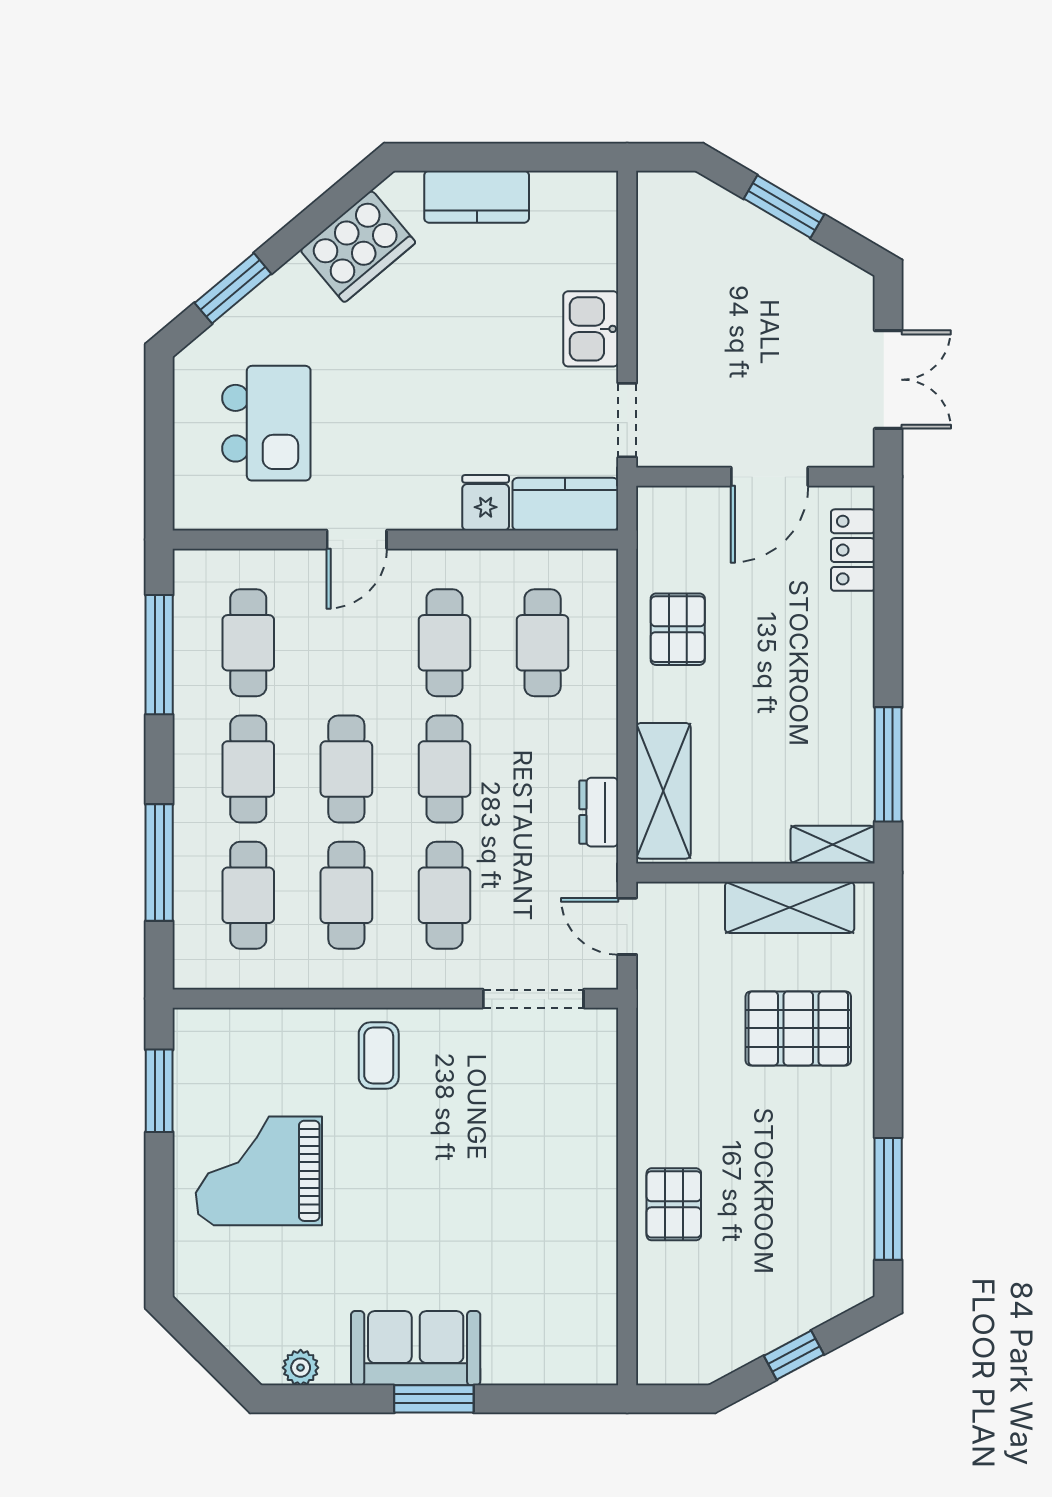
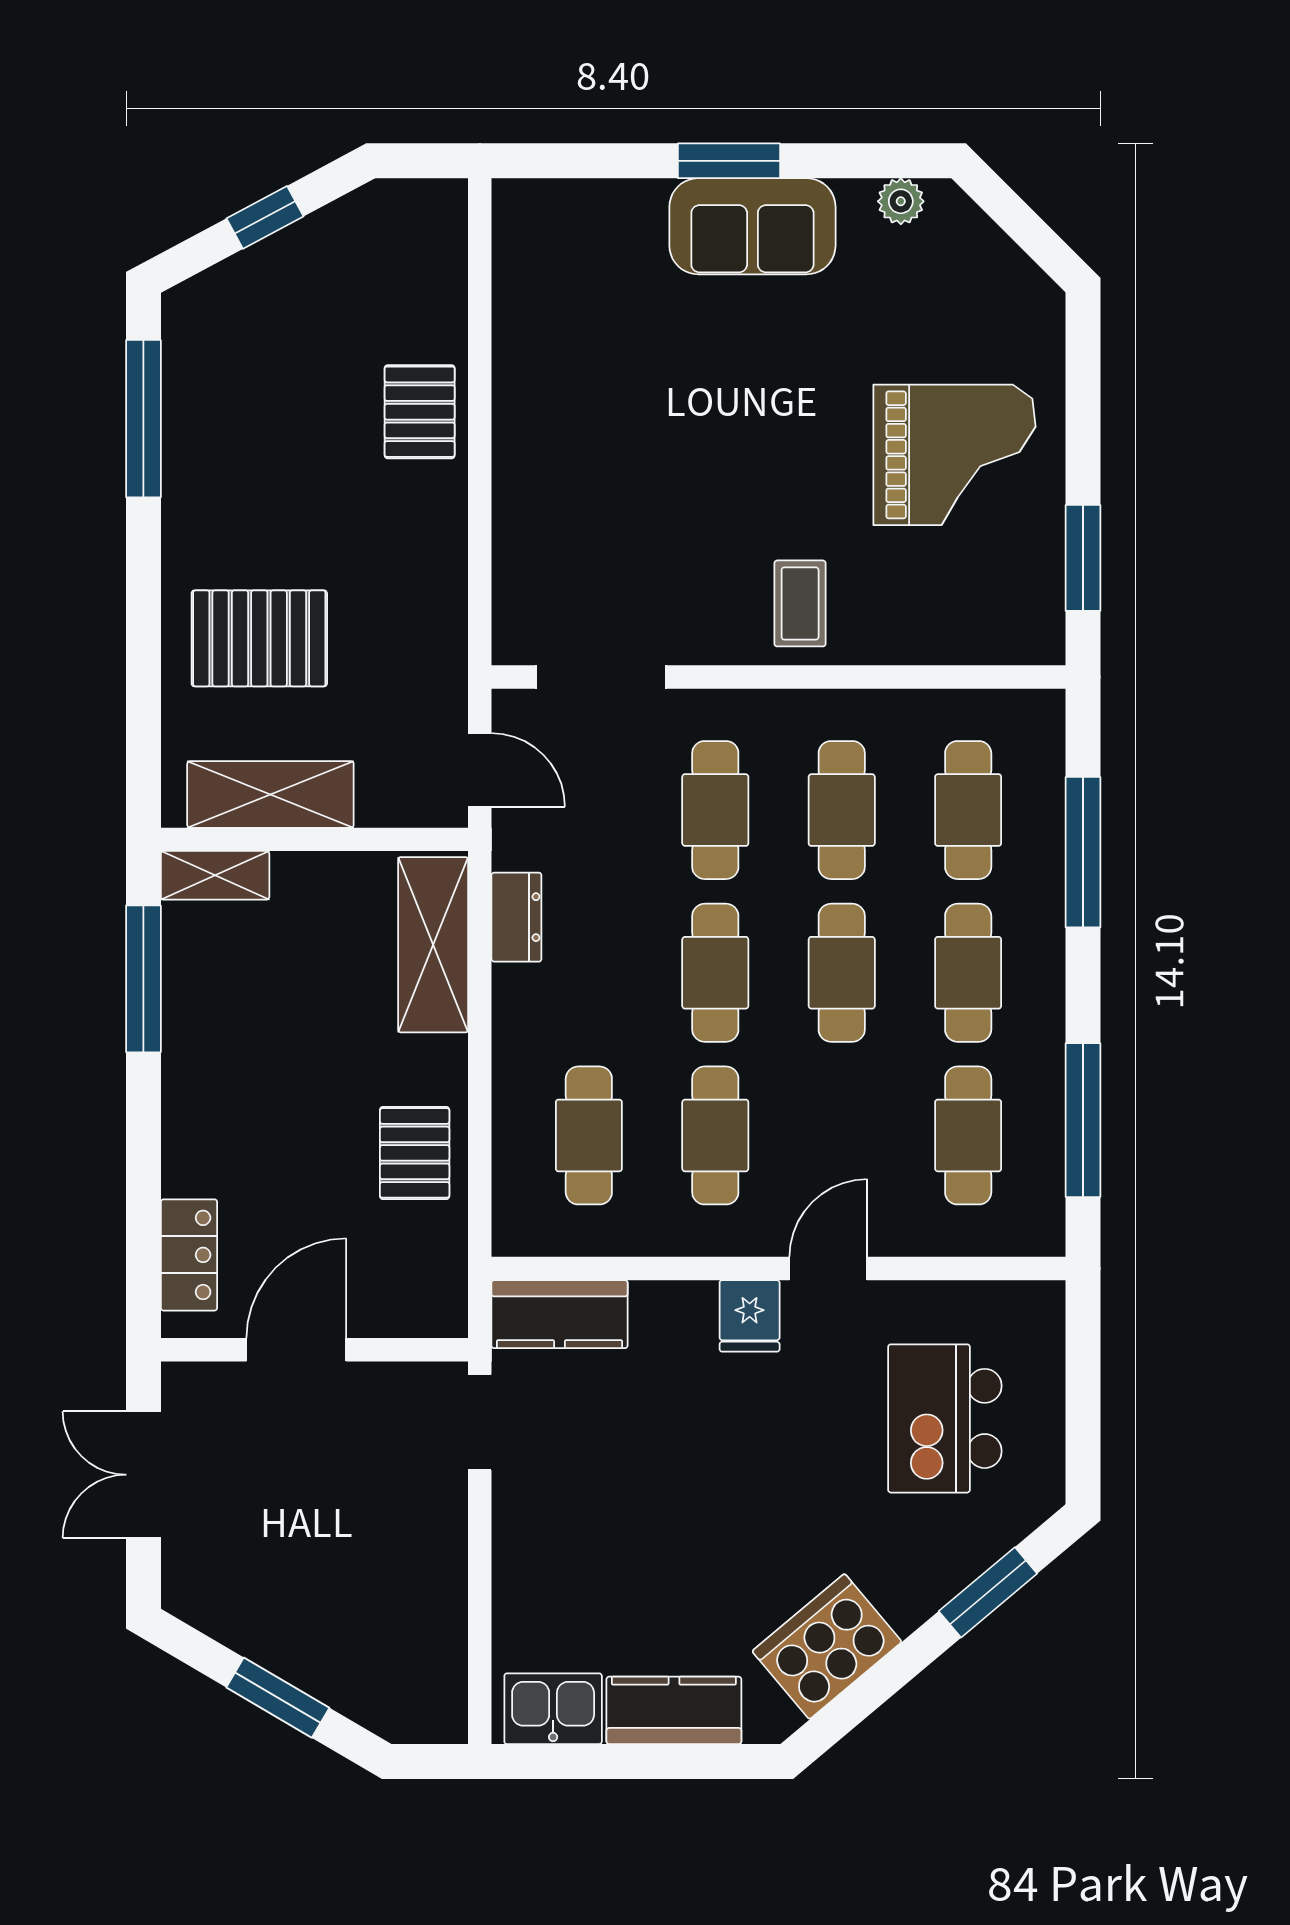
kitchen sink: (591, 329) -> (553, 1709), moved, turned -90
fridge: (486, 503) -> (750, 1316), moved

